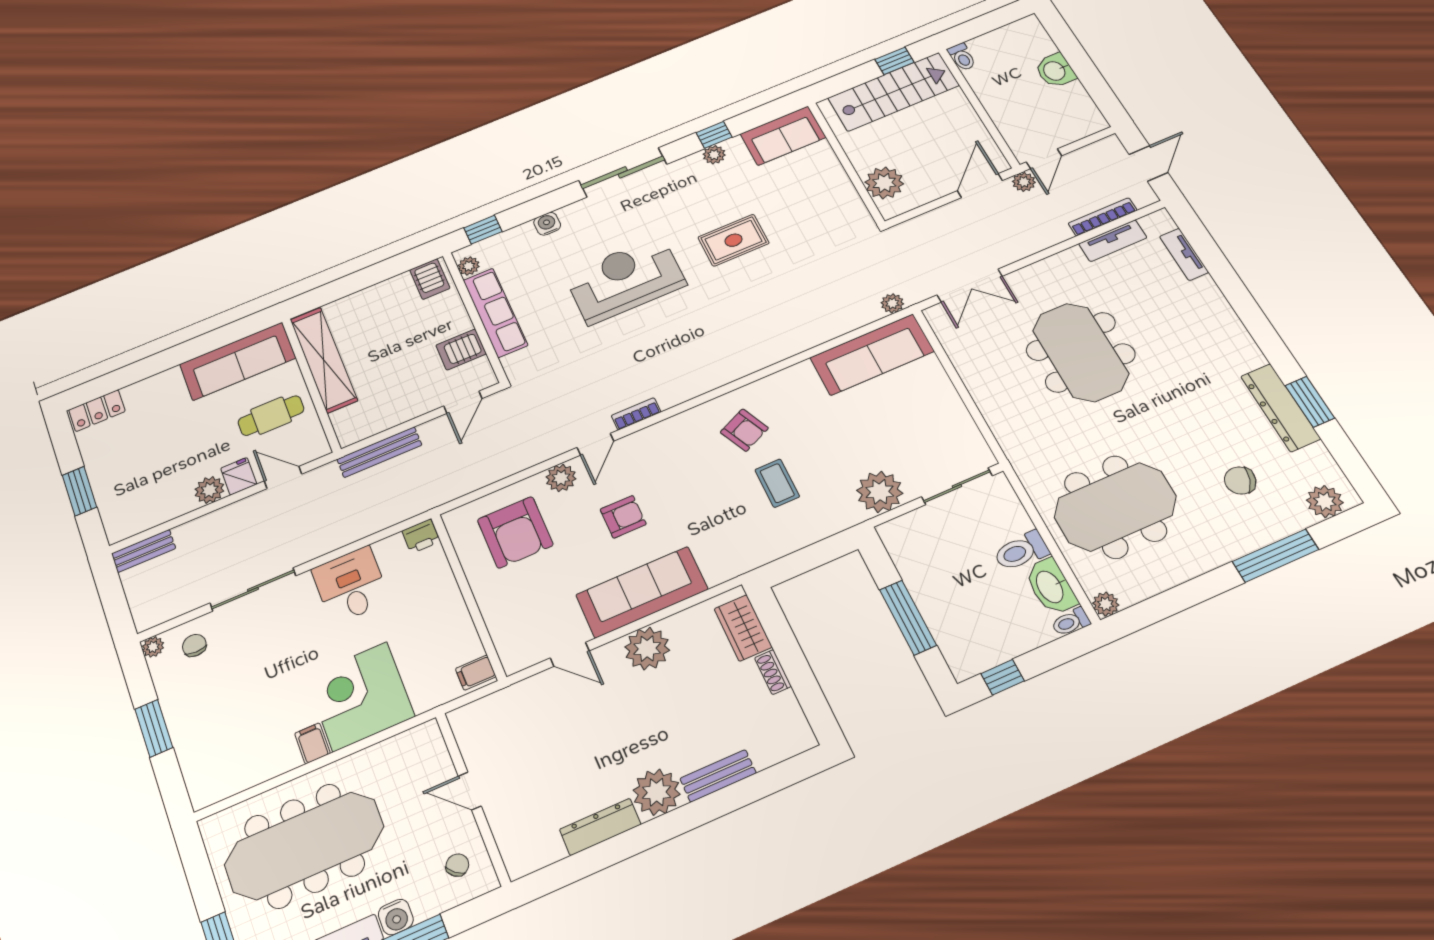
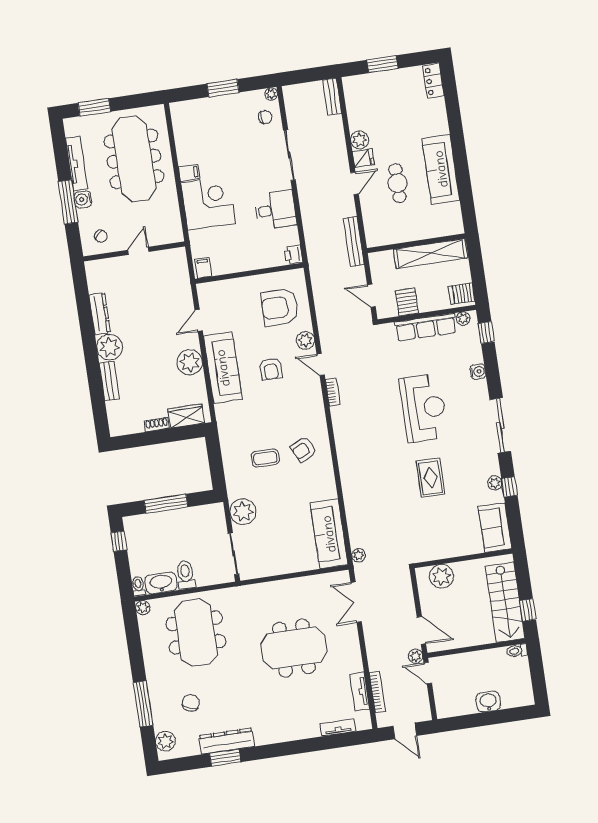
shelving: (324, 360) -> (430, 254), moved
wall: (311, 384) -> (416, 243), moved

